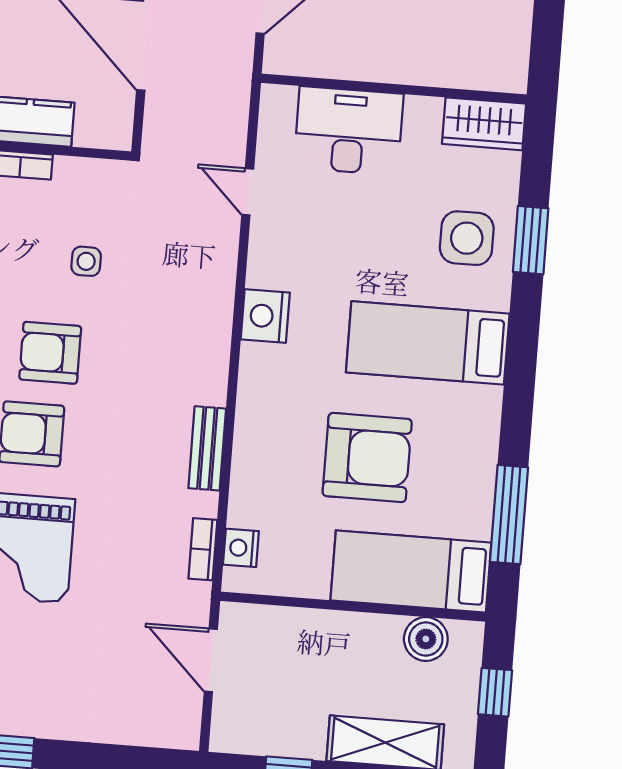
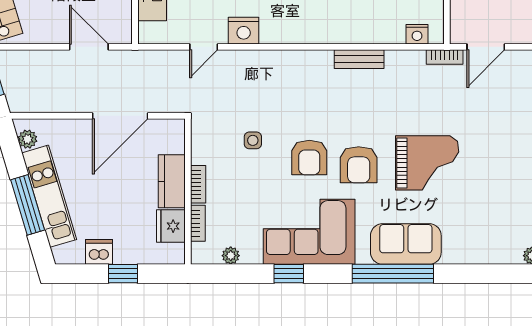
nightstand: (265, 316) -> (244, 31), moved
bookcase: (203, 549) -> (445, 57), moved

